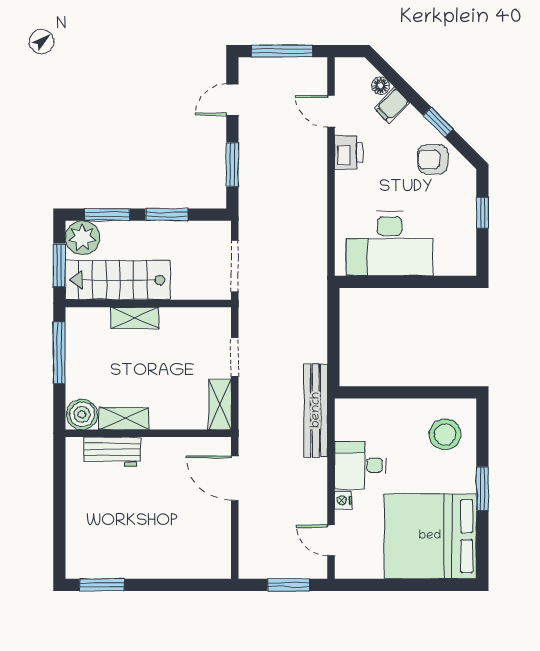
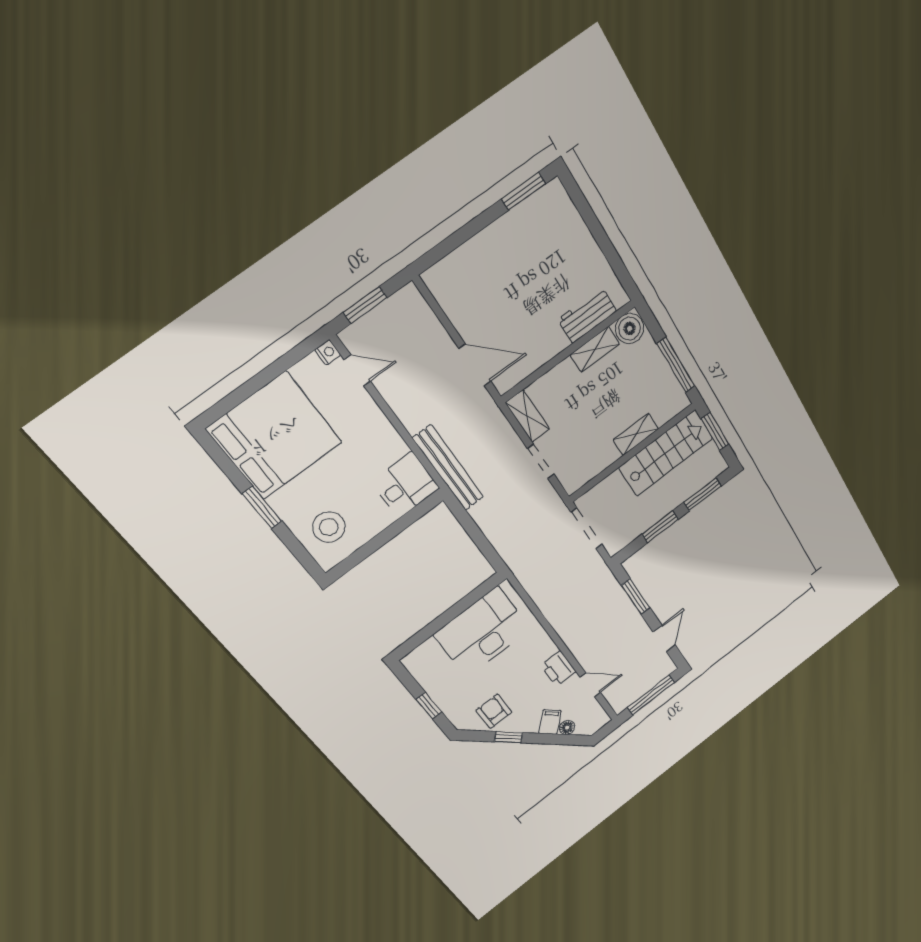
armchair: (433, 159) -> (494, 711), turned -90
plant: (82, 238) -> (710, 464), removed
desk: (360, 465) -> (405, 485), moved
nightstand: (343, 500) -> (328, 352), moved

